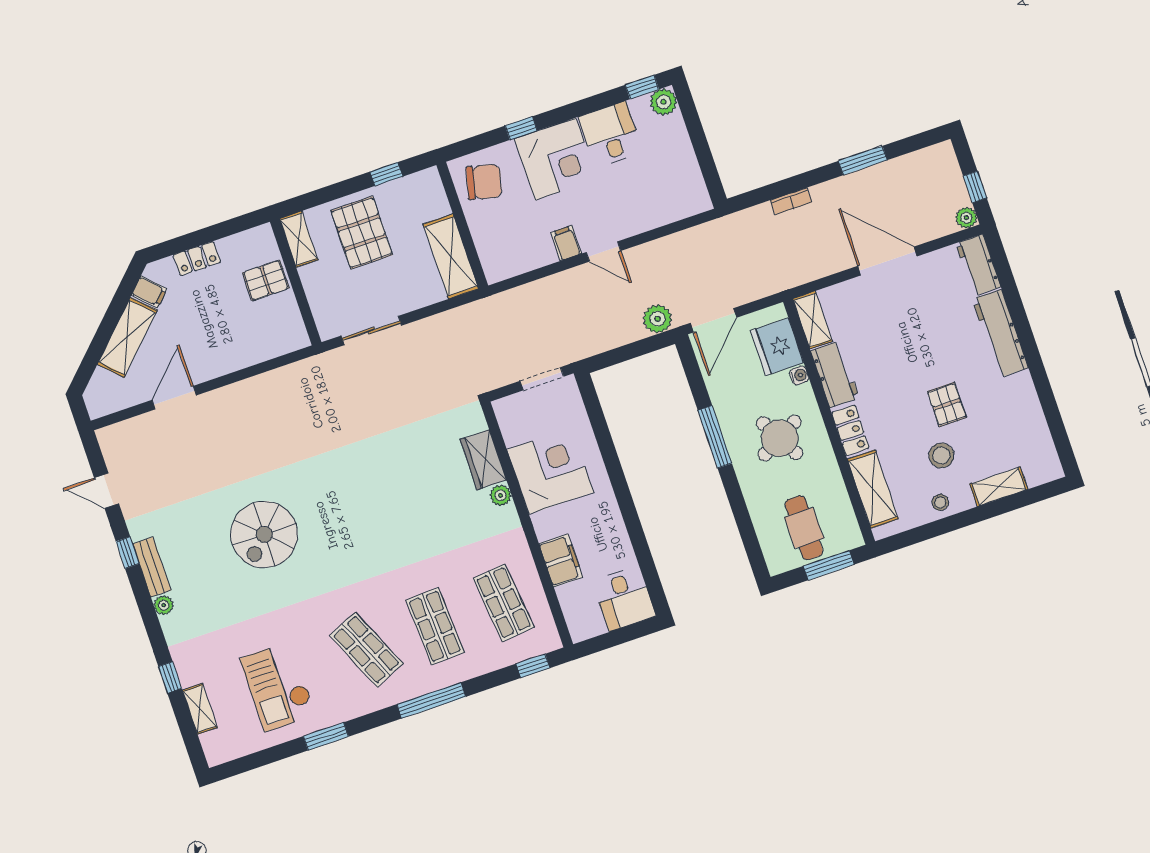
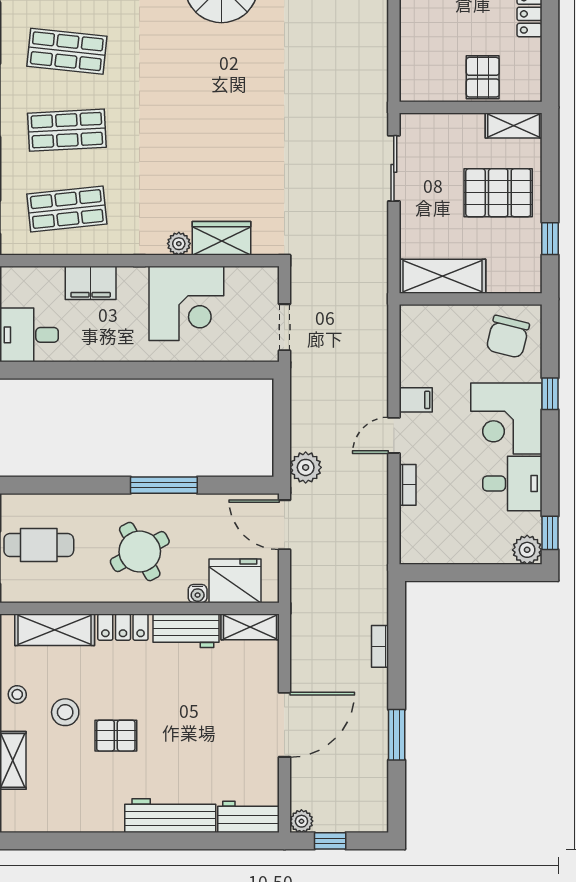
bookcase: (642, 225) -> (408, 485), added
shop shelf: (366, 650) -> (67, 51), turned 30

